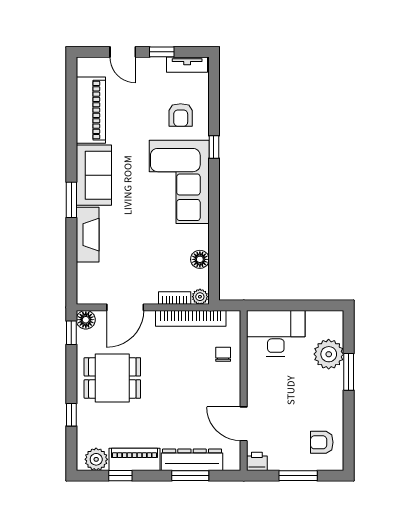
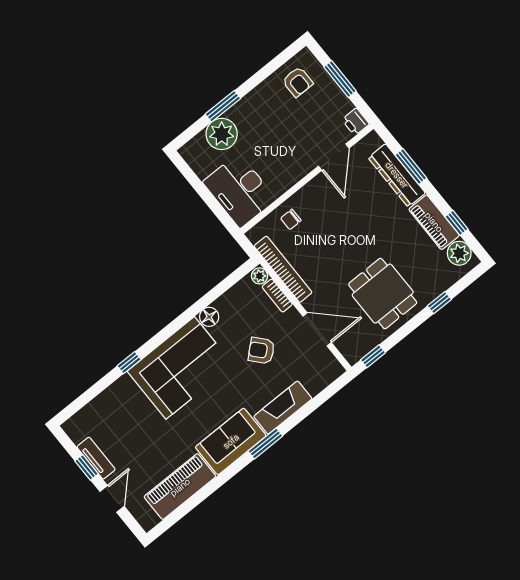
tv unit: (187, 65) -> (96, 458), moved
armchair: (181, 115) -> (261, 351), moved, turned -132
floor lamp: (200, 259) -> (209, 317), moved
floor lamp: (86, 320) -> (353, 353), removed

